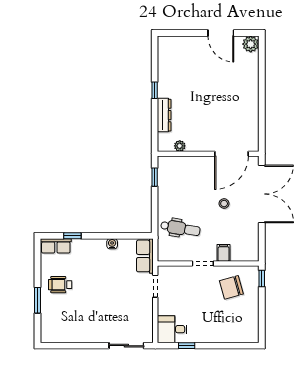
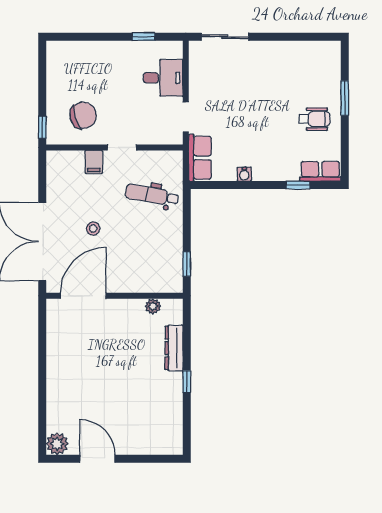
desk: (172, 329) -> (163, 78), moved

